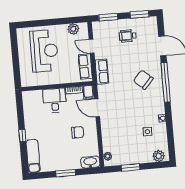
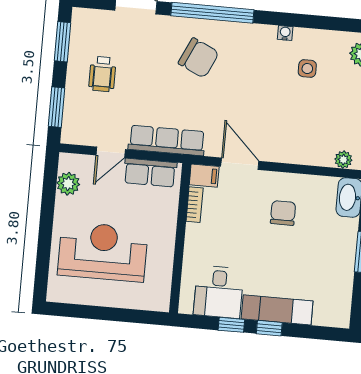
row of seats: (102, 72) -> (167, 140), width x1.48
chair: (143, 80) -> (199, 58), turned -107
desk: (55, 100) -> (219, 292), moved, turned -90
door: (97, 108) -> (240, 164), swing flipped
window: (21, 117) -> (231, 325), added
exam couch: (33, 156) -> (277, 310), moved

